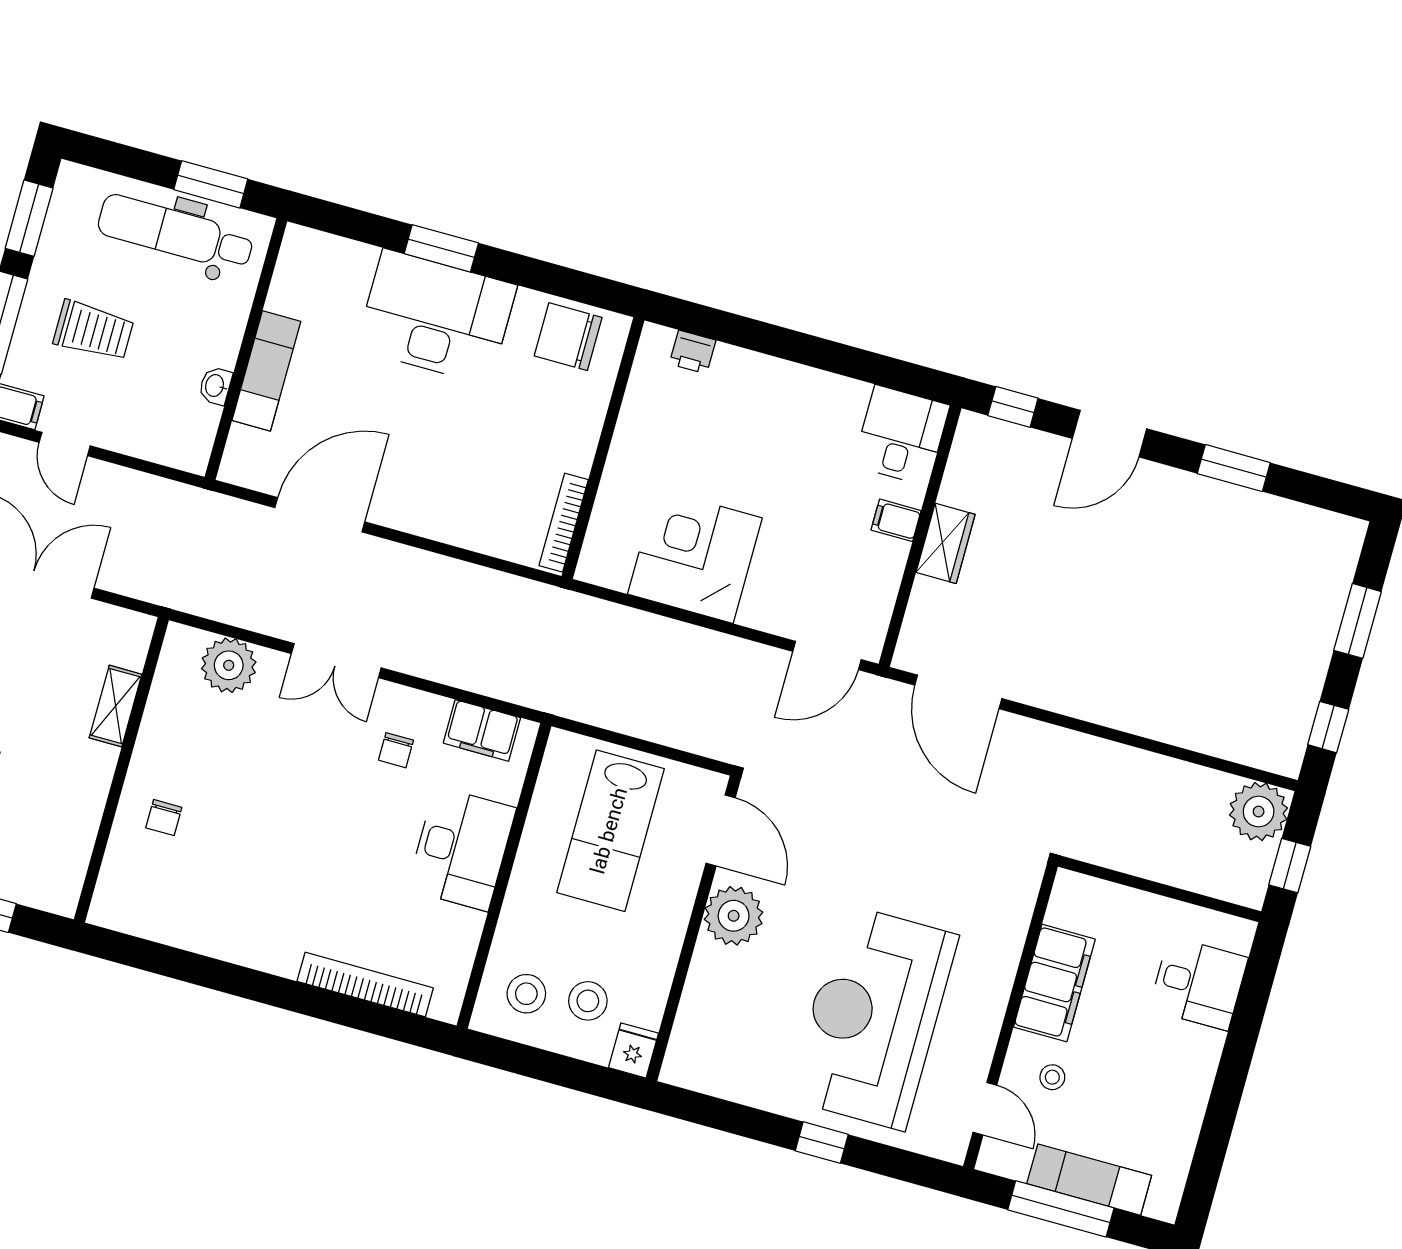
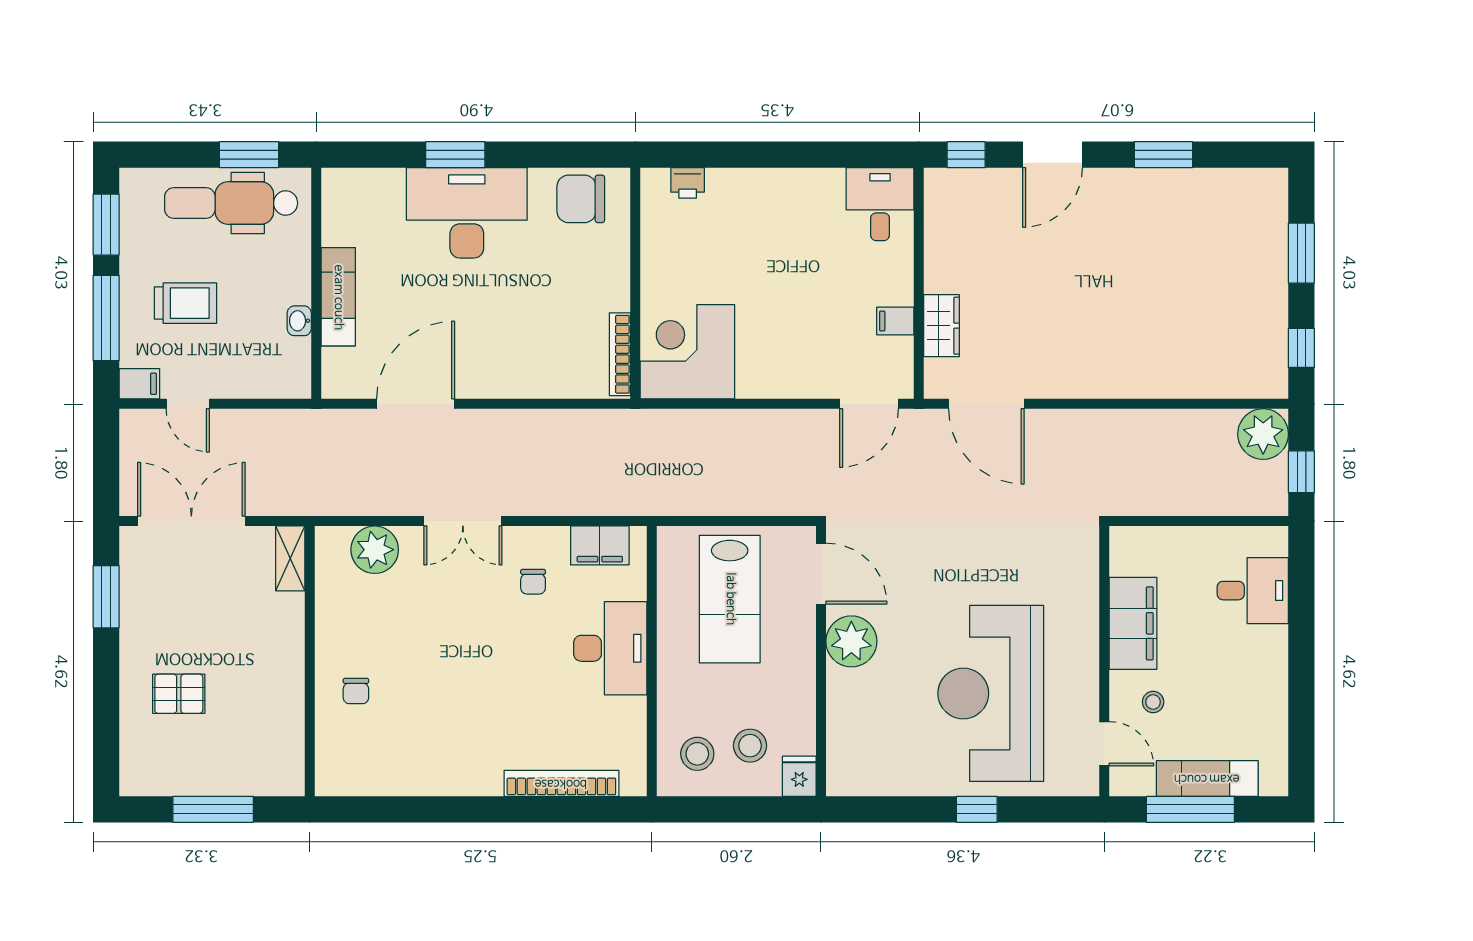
filing cabinet: (896, 520) -> (895, 321), moved
wardrobe: (946, 543) -> (942, 326), moved
corner desk: (695, 556) -> (687, 352), moved
shelving: (116, 706) -> (290, 558), moved

